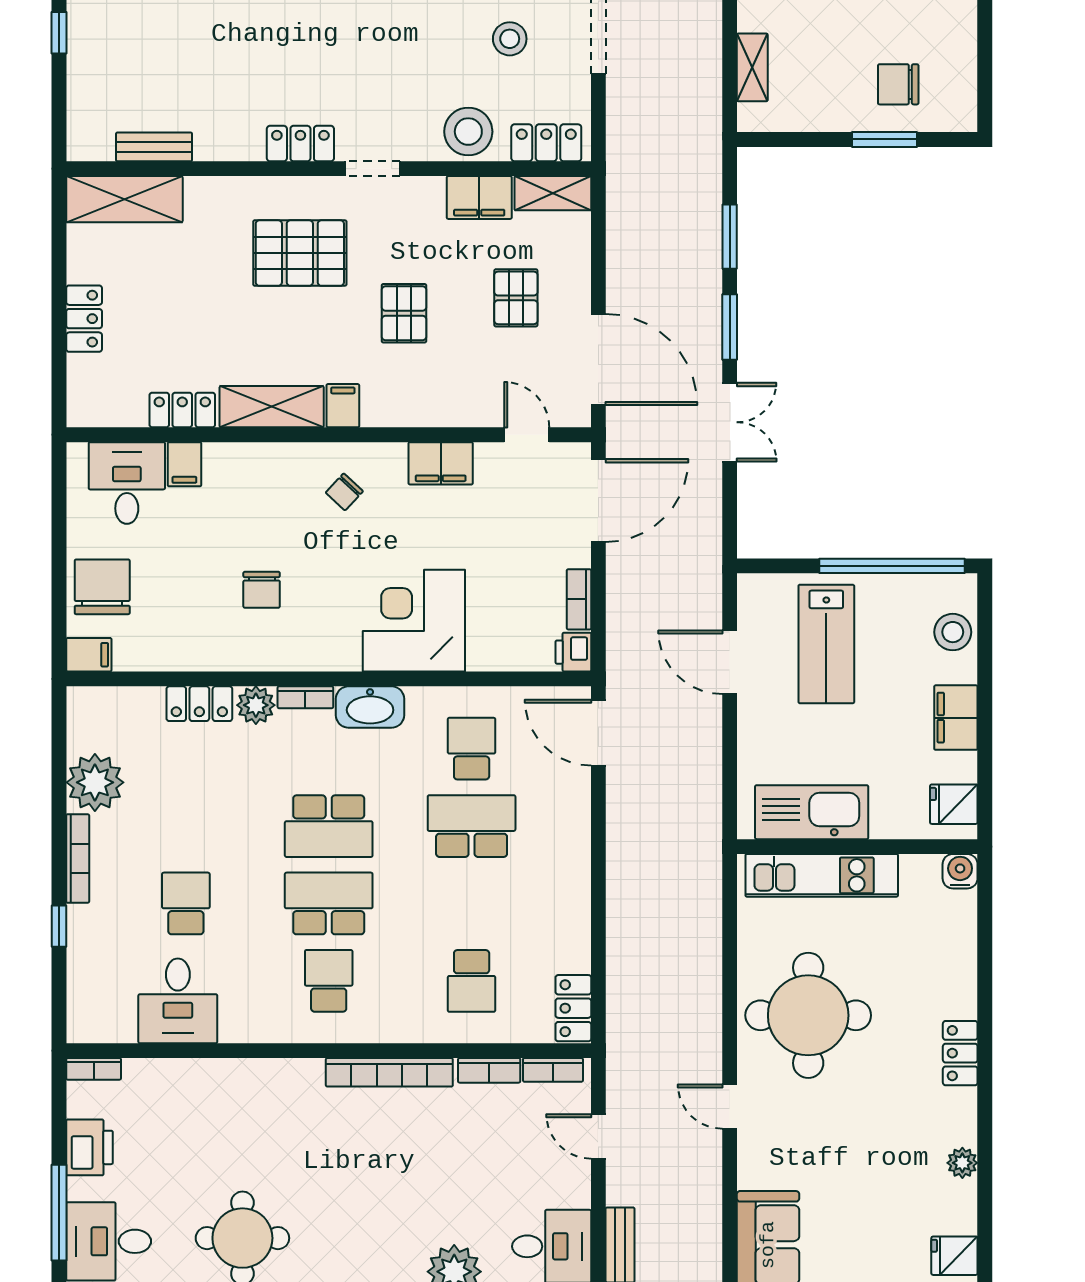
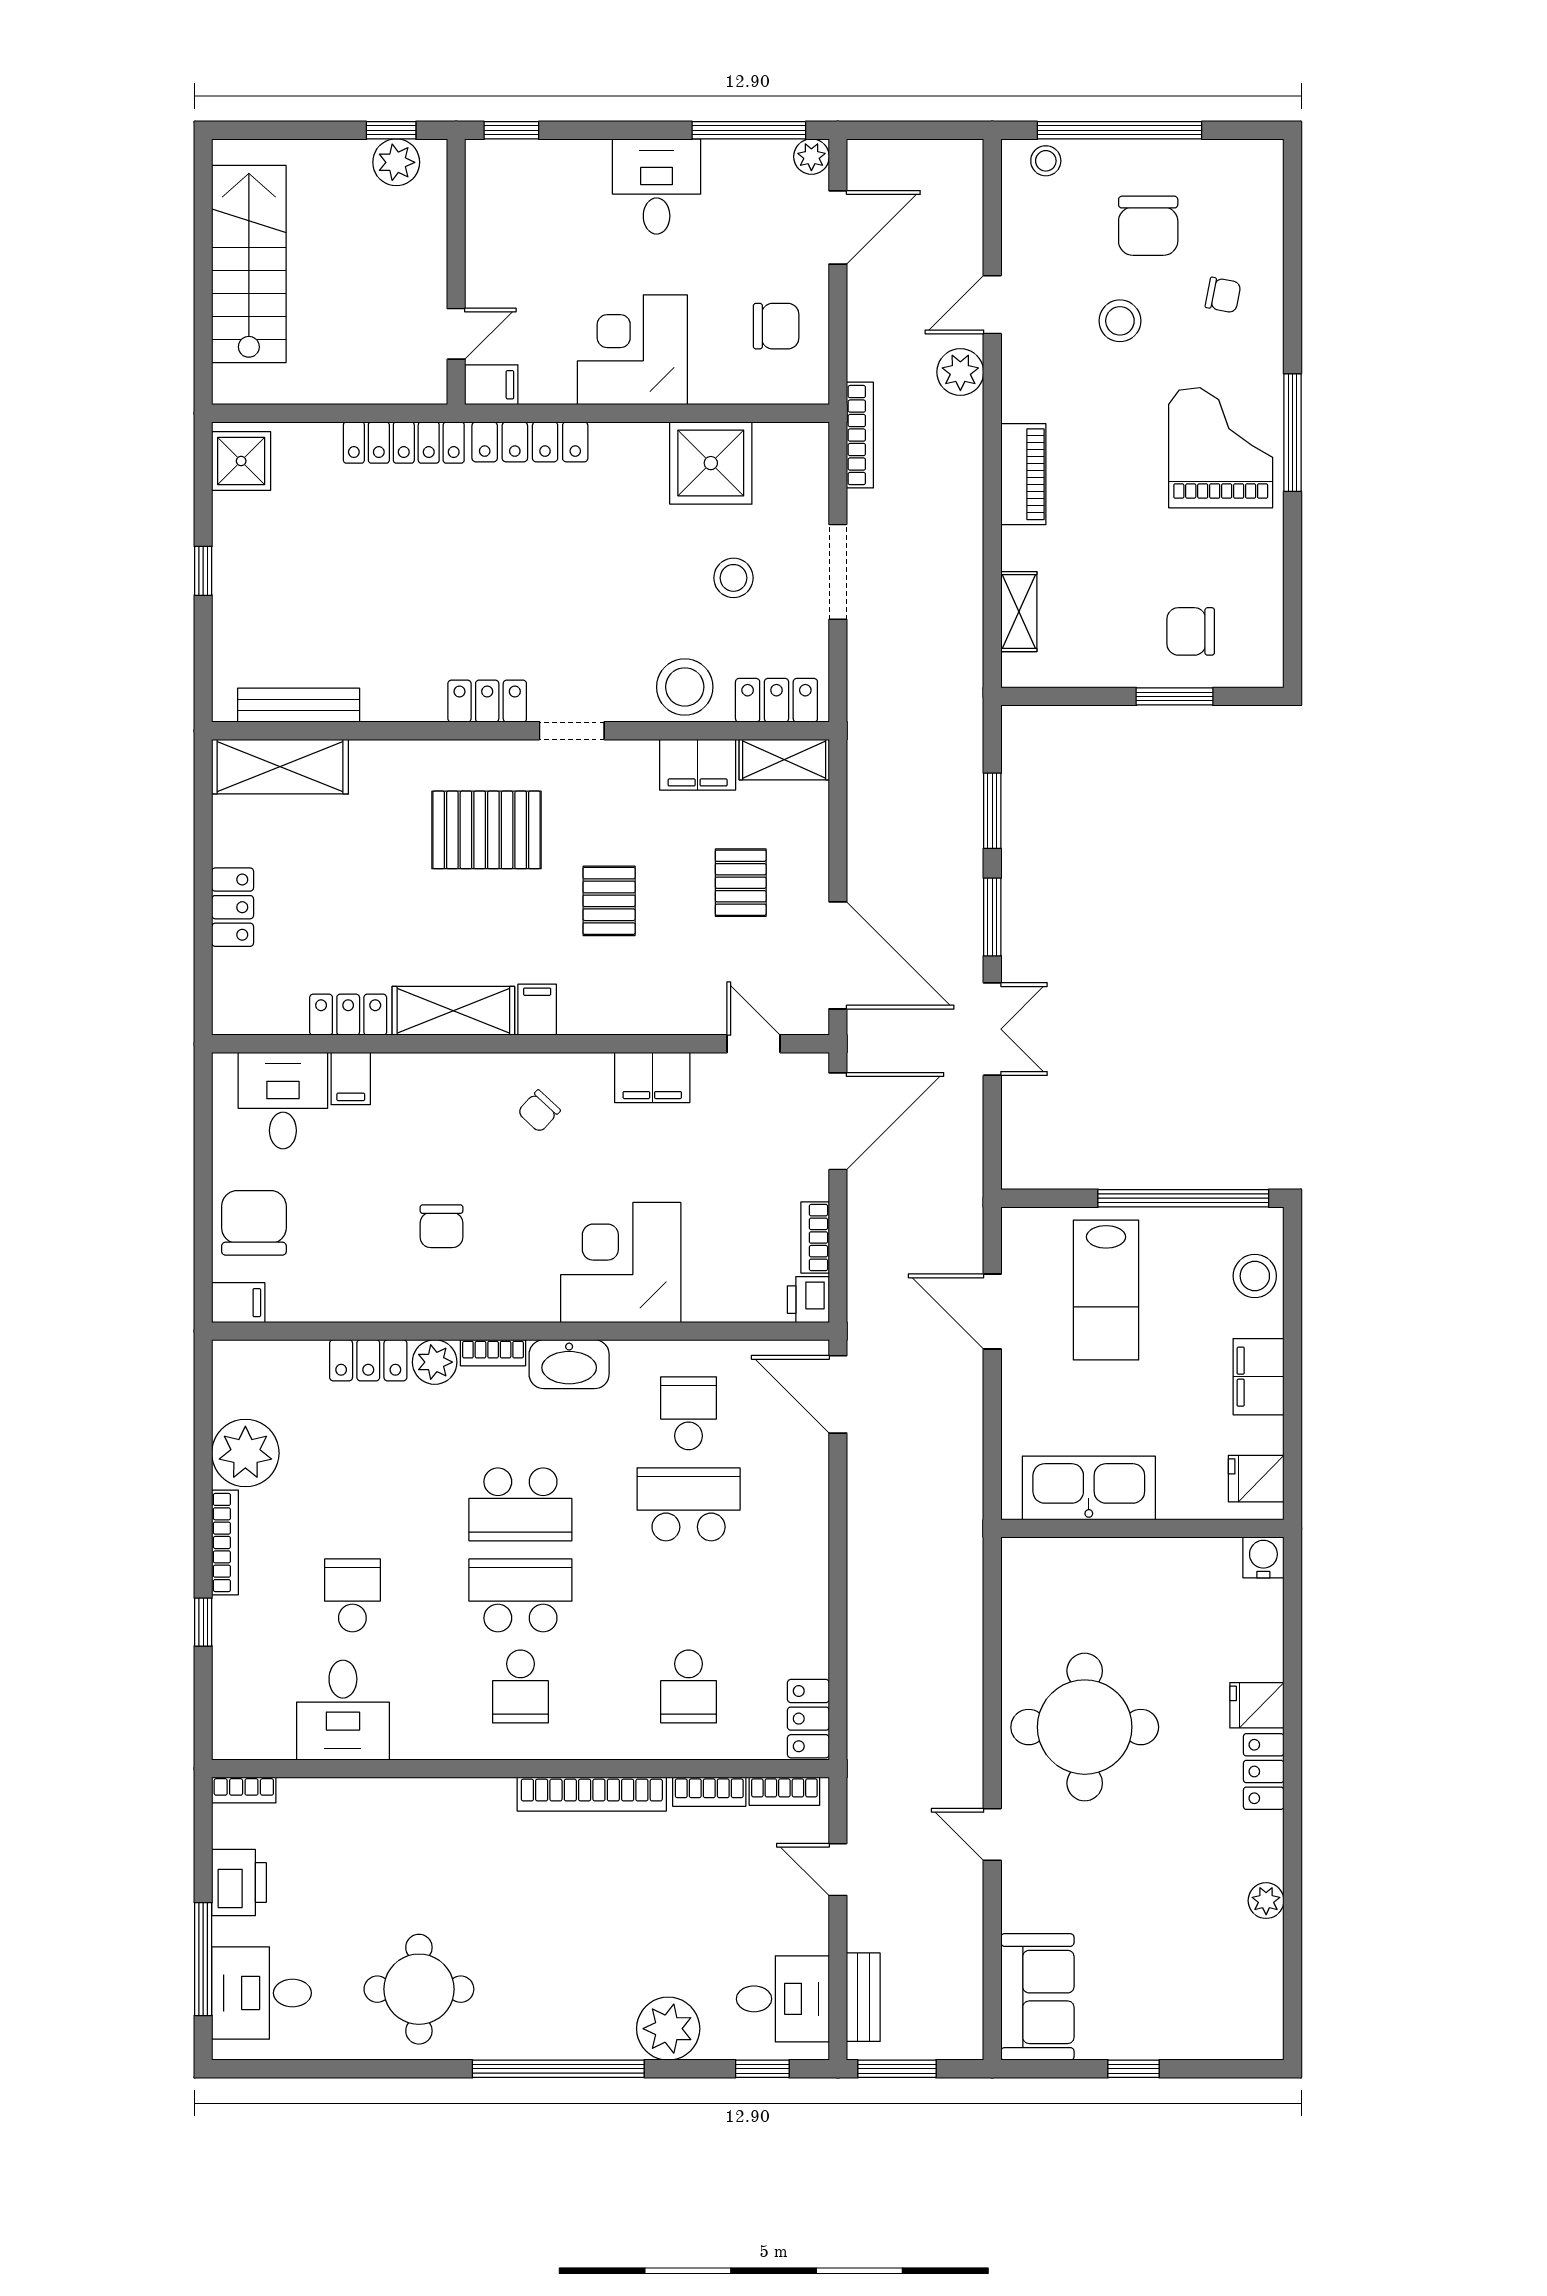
bench: (154, 147) -> (299, 705), width x1.36
kitchen unit: (822, 875) -> (1101, 1562), removed
school desk: (329, 981) -> (520, 1686), turned 180
fridge: (954, 1256) -> (1257, 1705), moved

